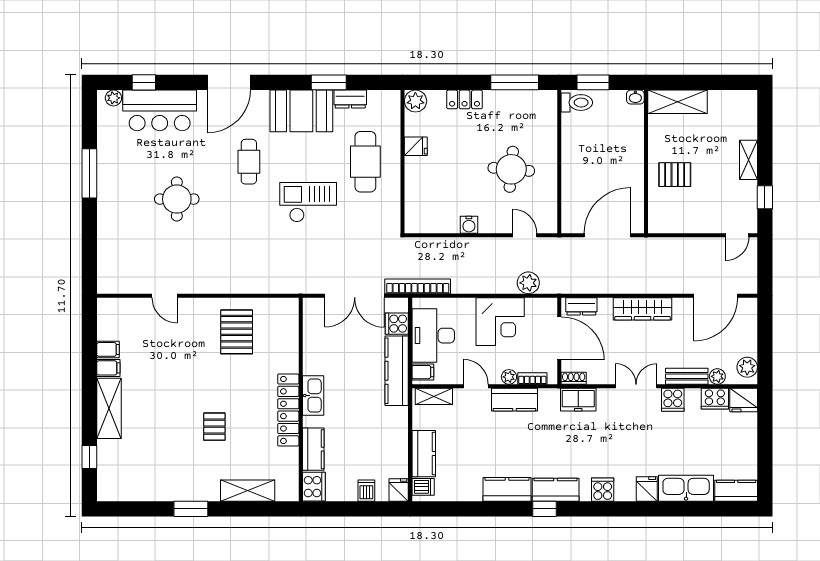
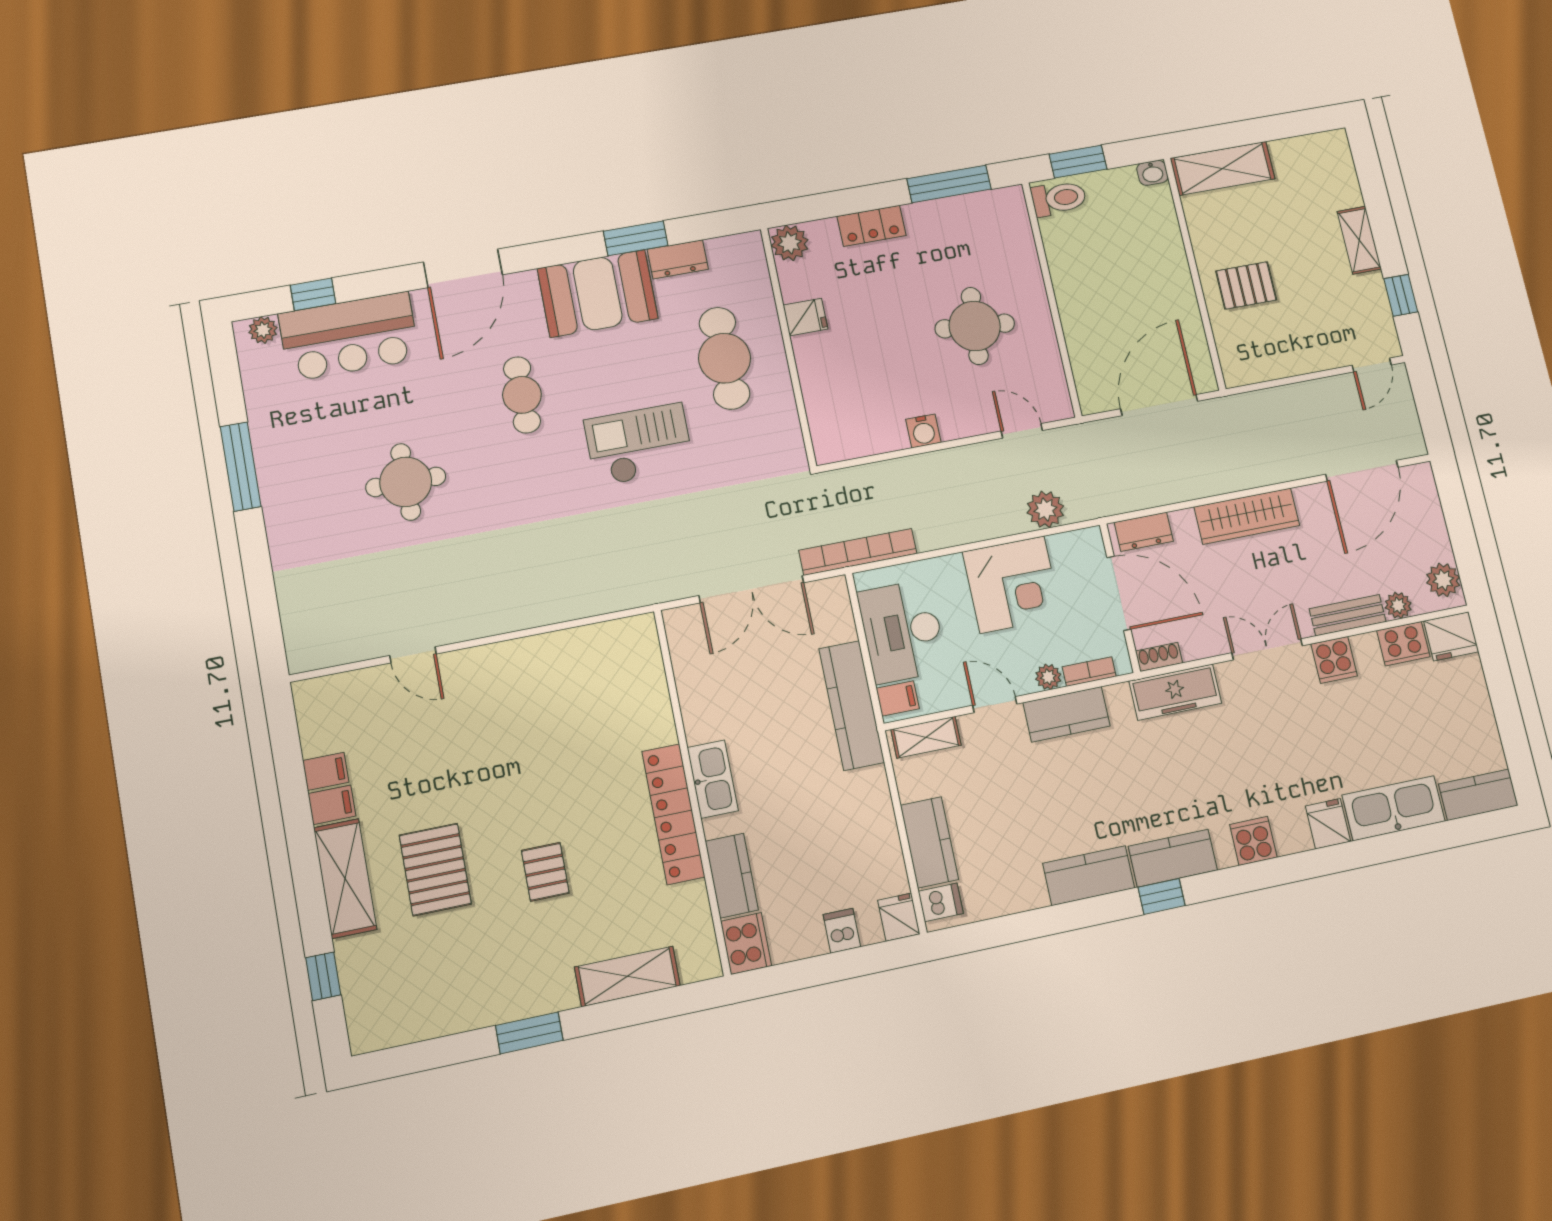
cooker: (397, 324) -> (835, 623), removed
pallet: (237, 332) -> (435, 870), moved
freezer: (578, 400) -> (1175, 692), width x1.40

